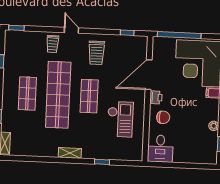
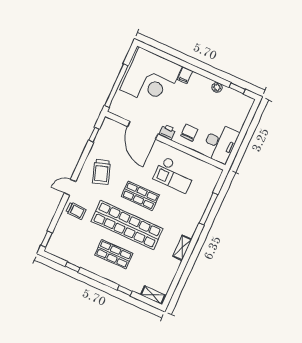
trolley: (96, 53) -> (101, 172), turned 72
checkout: (120, 119) -> (174, 175), turned 180
desk: (160, 149) -> (220, 143), width x1.37
shelving: (70, 153) -> (182, 248), moved
window: (102, 162) -> (208, 209), width x2.17

